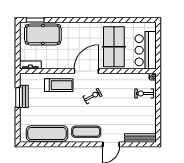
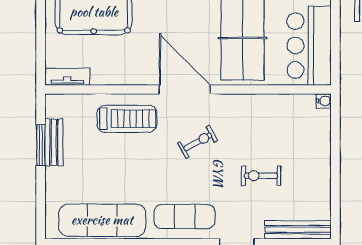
door: (86, 71) -> (185, 90), hinge flipped
exercise bike: (144, 93) -> (261, 176), moved

